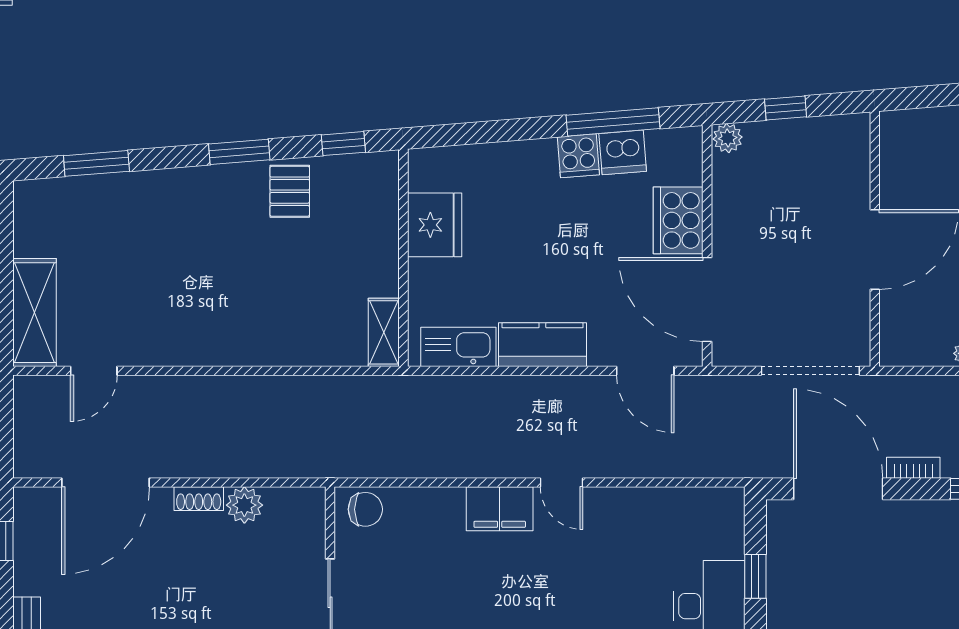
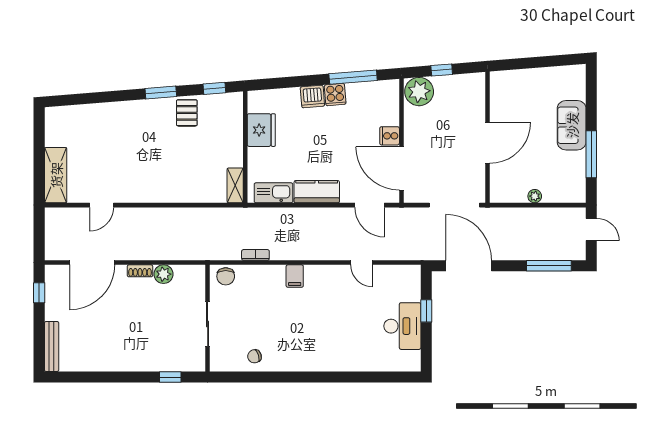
plant: (728, 138) -> (419, 92), width x1.87, depth x1.87
dishwasher: (623, 152) -> (312, 96), moved
window: (96, 163) -> (87, 98), removed
cooker: (678, 220) -> (390, 136), width x0.53, depth x0.76
door: (94, 371) -> (102, 205), moved
bookcase: (913, 468) -> (255, 255), moved
door: (562, 483) -> (362, 263), moved
chair: (365, 509) -> (226, 276), turned 90
filing cabinet: (500, 509) -> (295, 276), width x0.50

